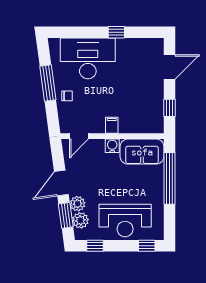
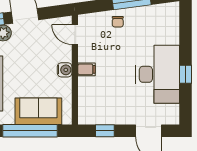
desk: (88, 58) -> (158, 74), moved
sofa: (142, 152) -> (38, 111), moved, turned 90

